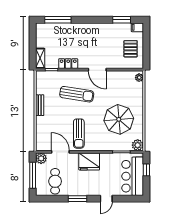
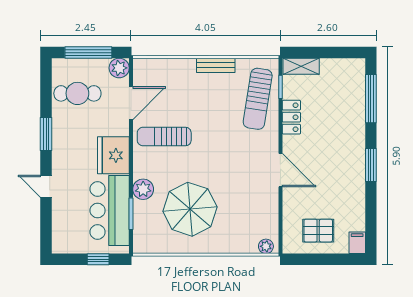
window: (122, 20) -> (371, 165), moved
door: (97, 70) -> (280, 170), swing flipped
sun lounger: (77, 94) -> (258, 99), moved
plant: (138, 145) -> (143, 189), moved
bar counter: (133, 176) -> (110, 211), moved, turned -90

